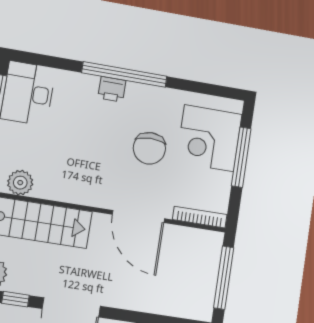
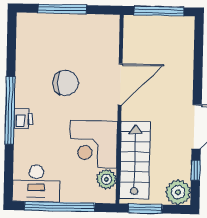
corner desk: (209, 138) -> (94, 144), moved, turned 90
bookcase: (200, 217) -> (114, 36), removed

